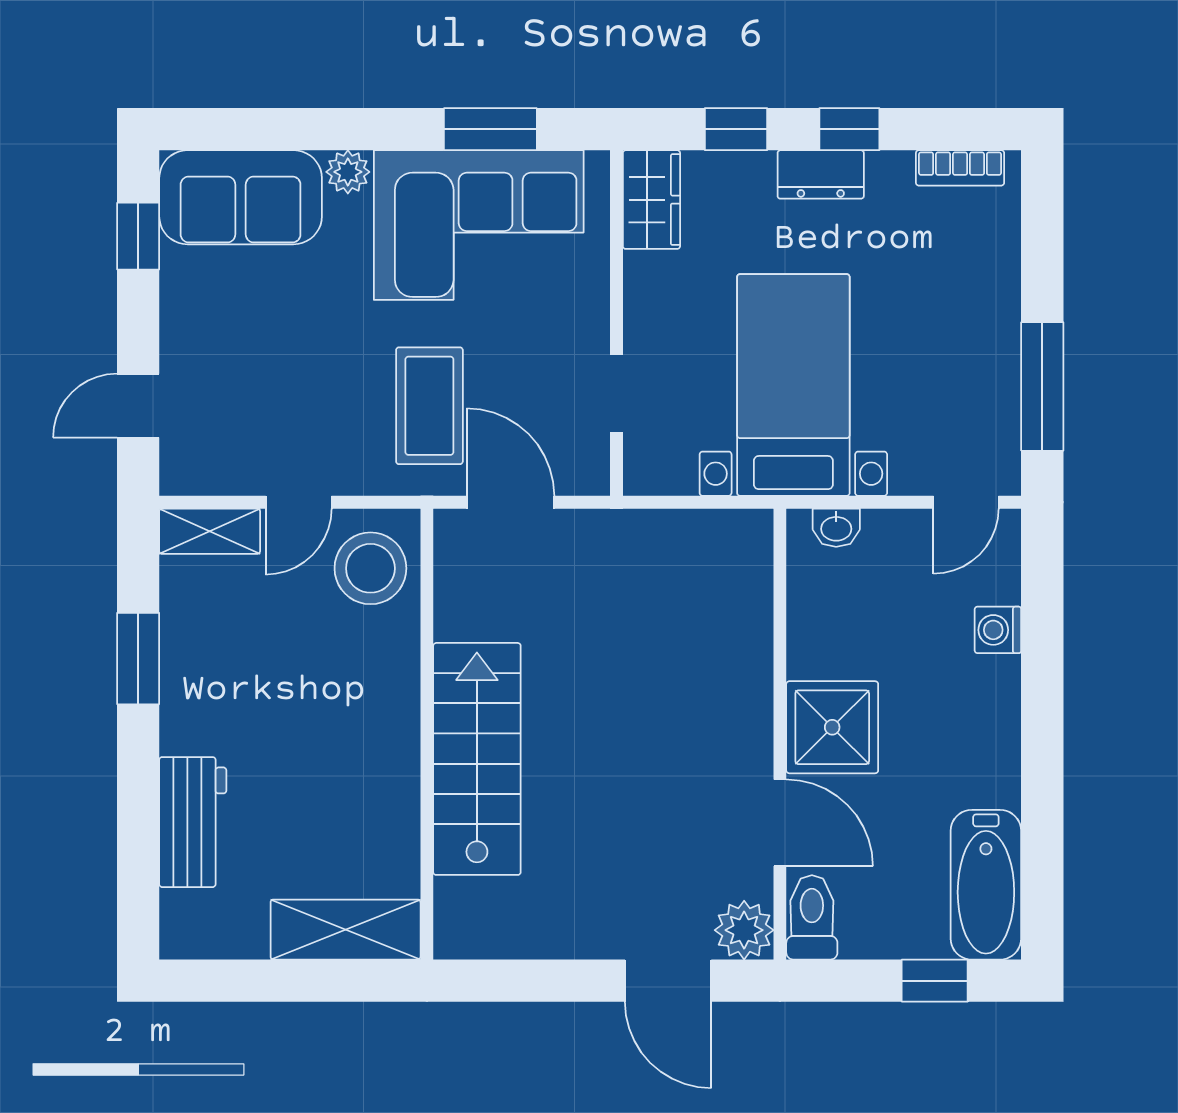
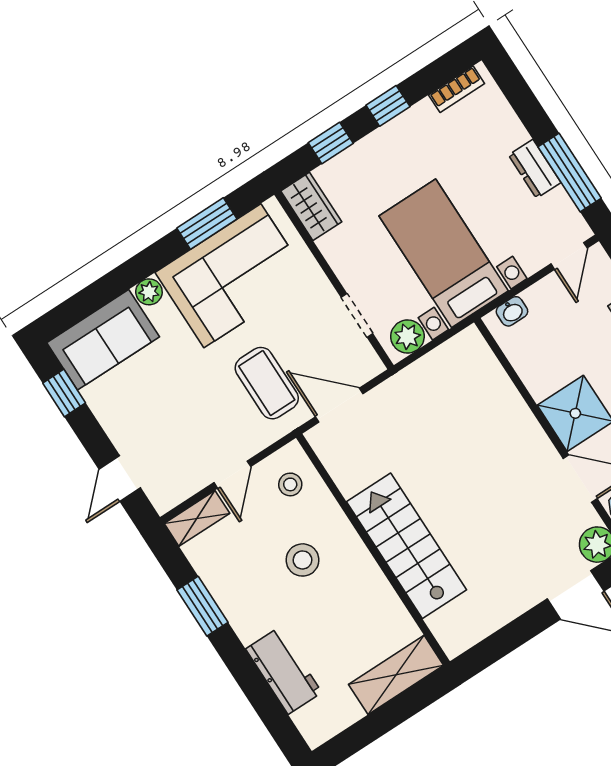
dresser: (821, 174) -> (535, 169), moved, turned 90
plant: (668, 468) -> (407, 336), added
stool: (370, 568) -> (290, 484), width x0.53, depth x0.53
stool: (319, 685) -> (303, 560), added

